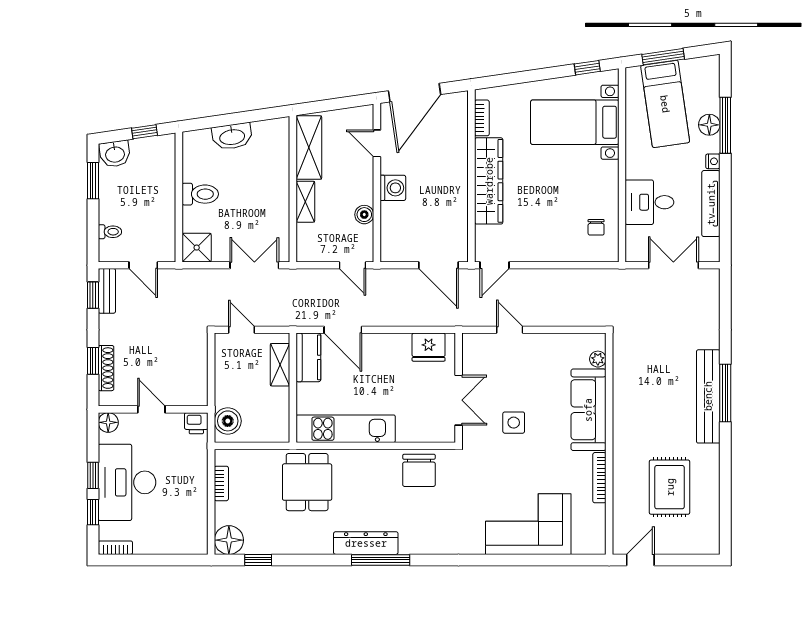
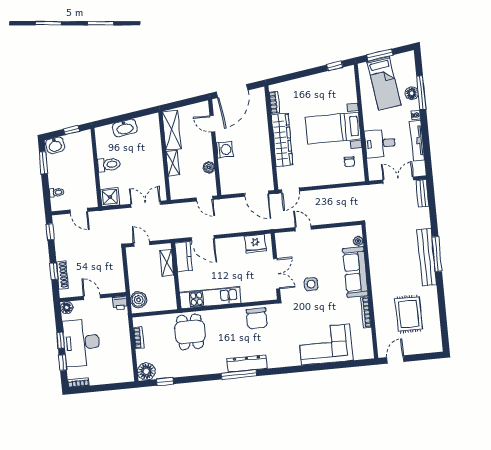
bed with nightstands: (575, 122) -> (333, 128), moved
bench: (107, 291) -> (423, 193), moved
dresser: (366, 543) -> (247, 364), moved

